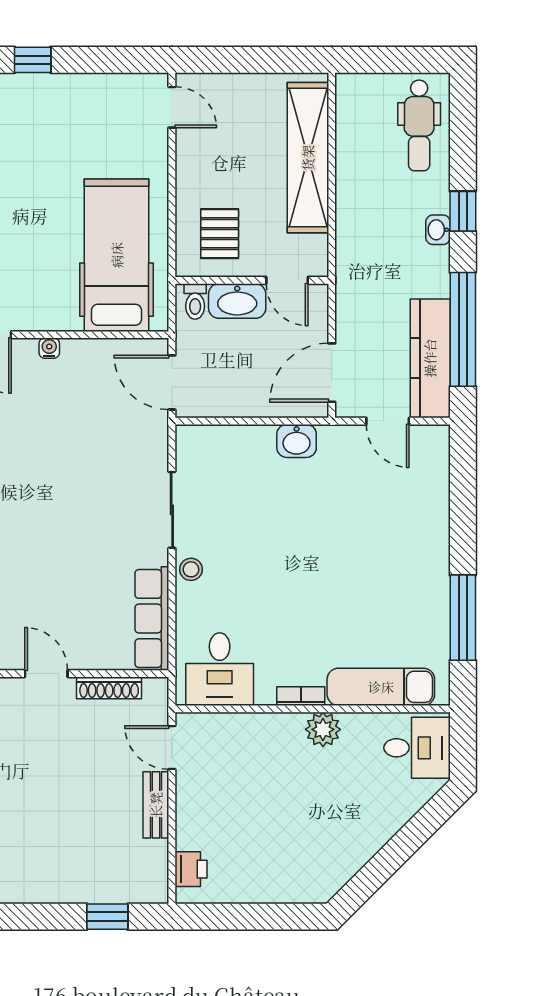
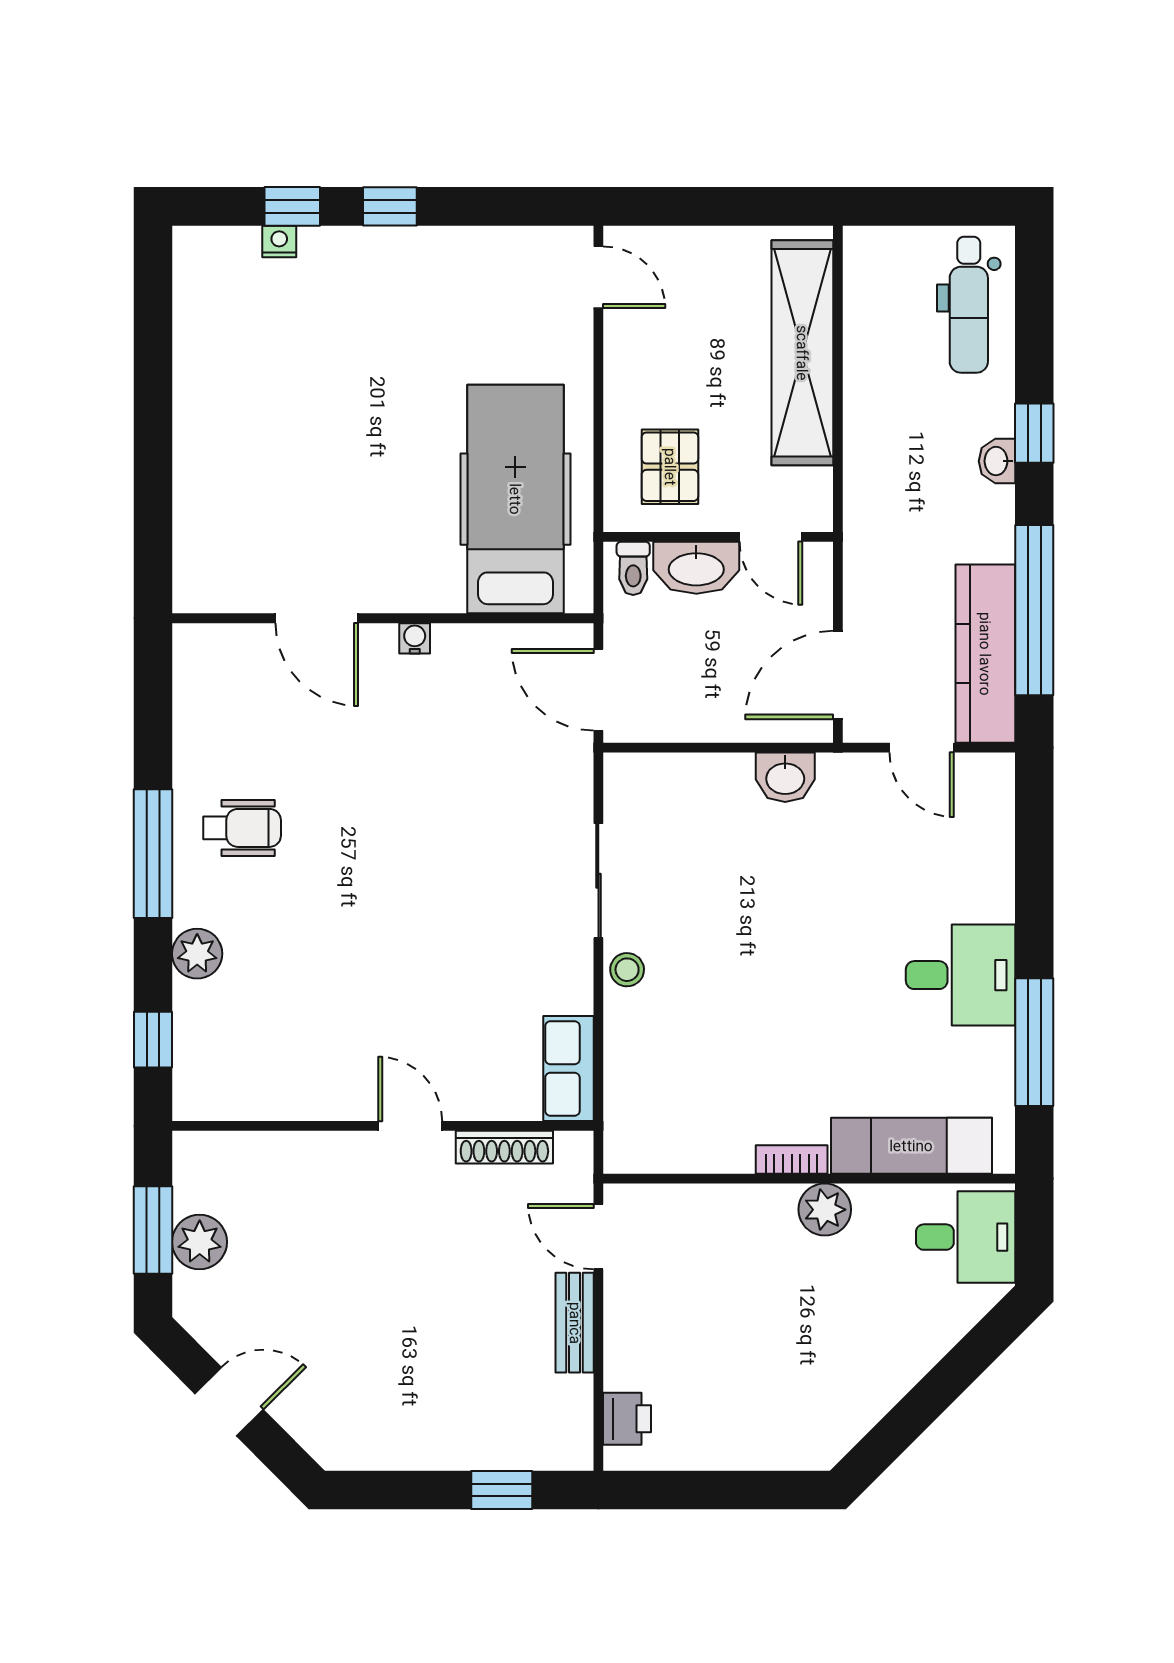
row of seats: (152, 619) -> (568, 1069), width x0.68
desk: (220, 669) -> (961, 975), moved, turned -90

